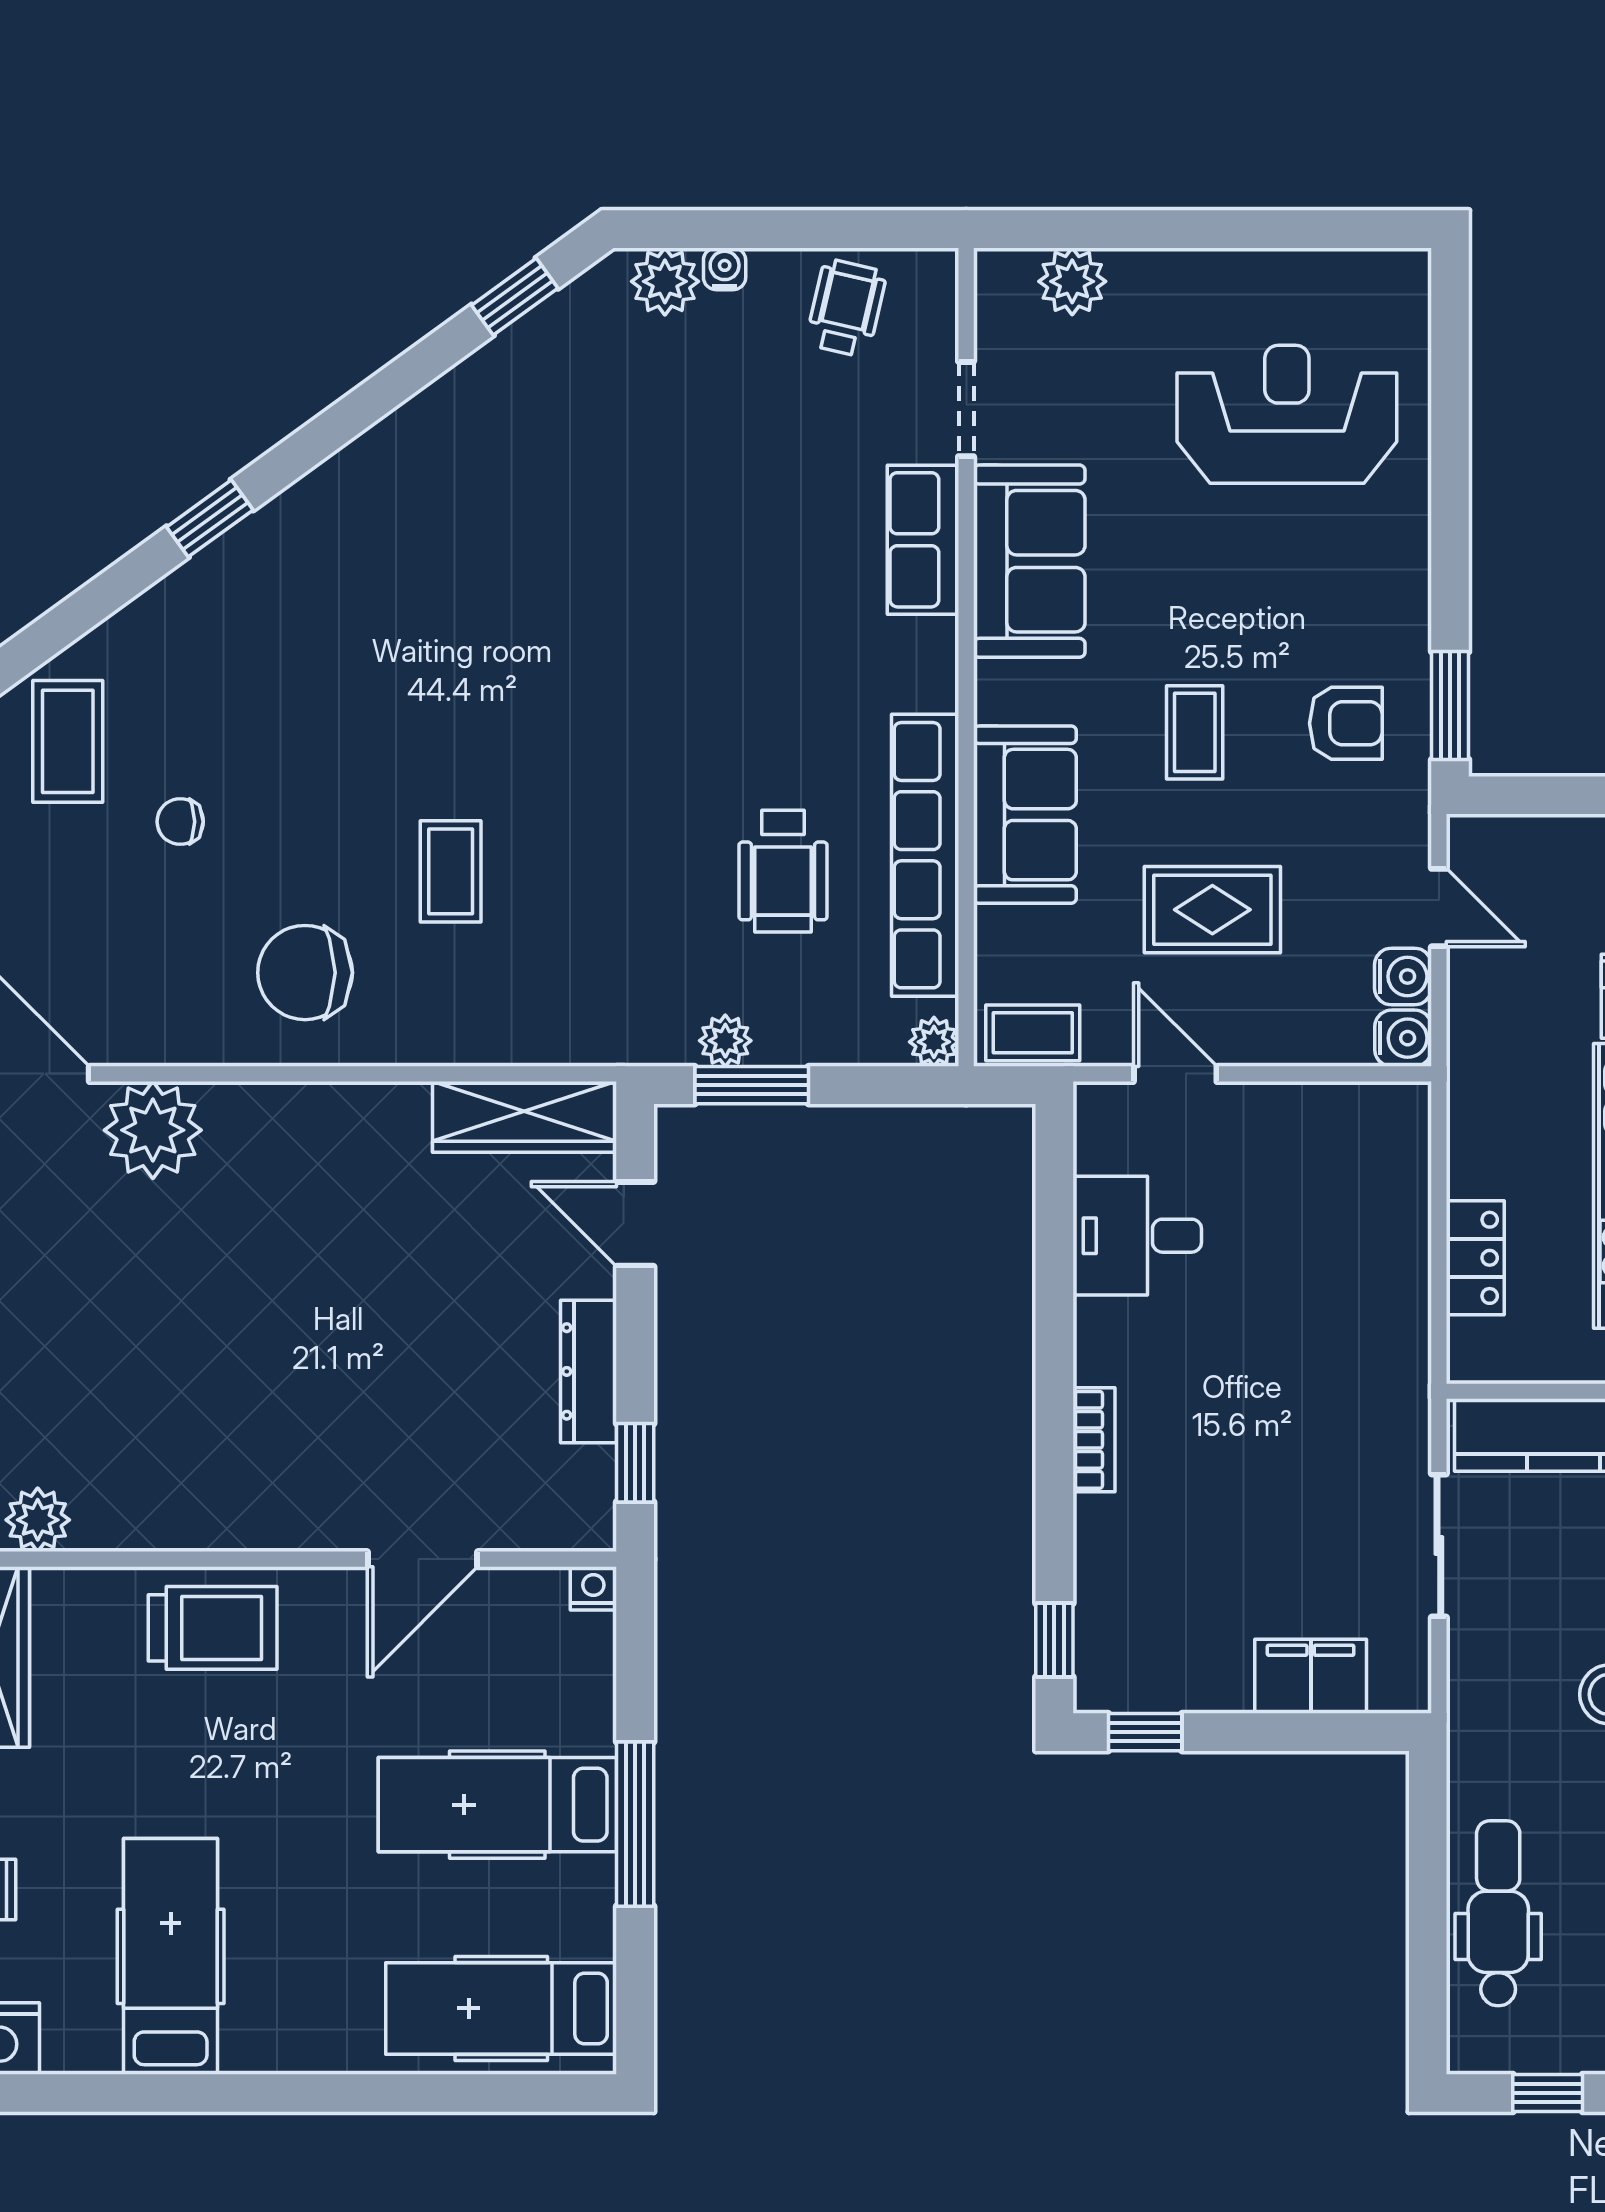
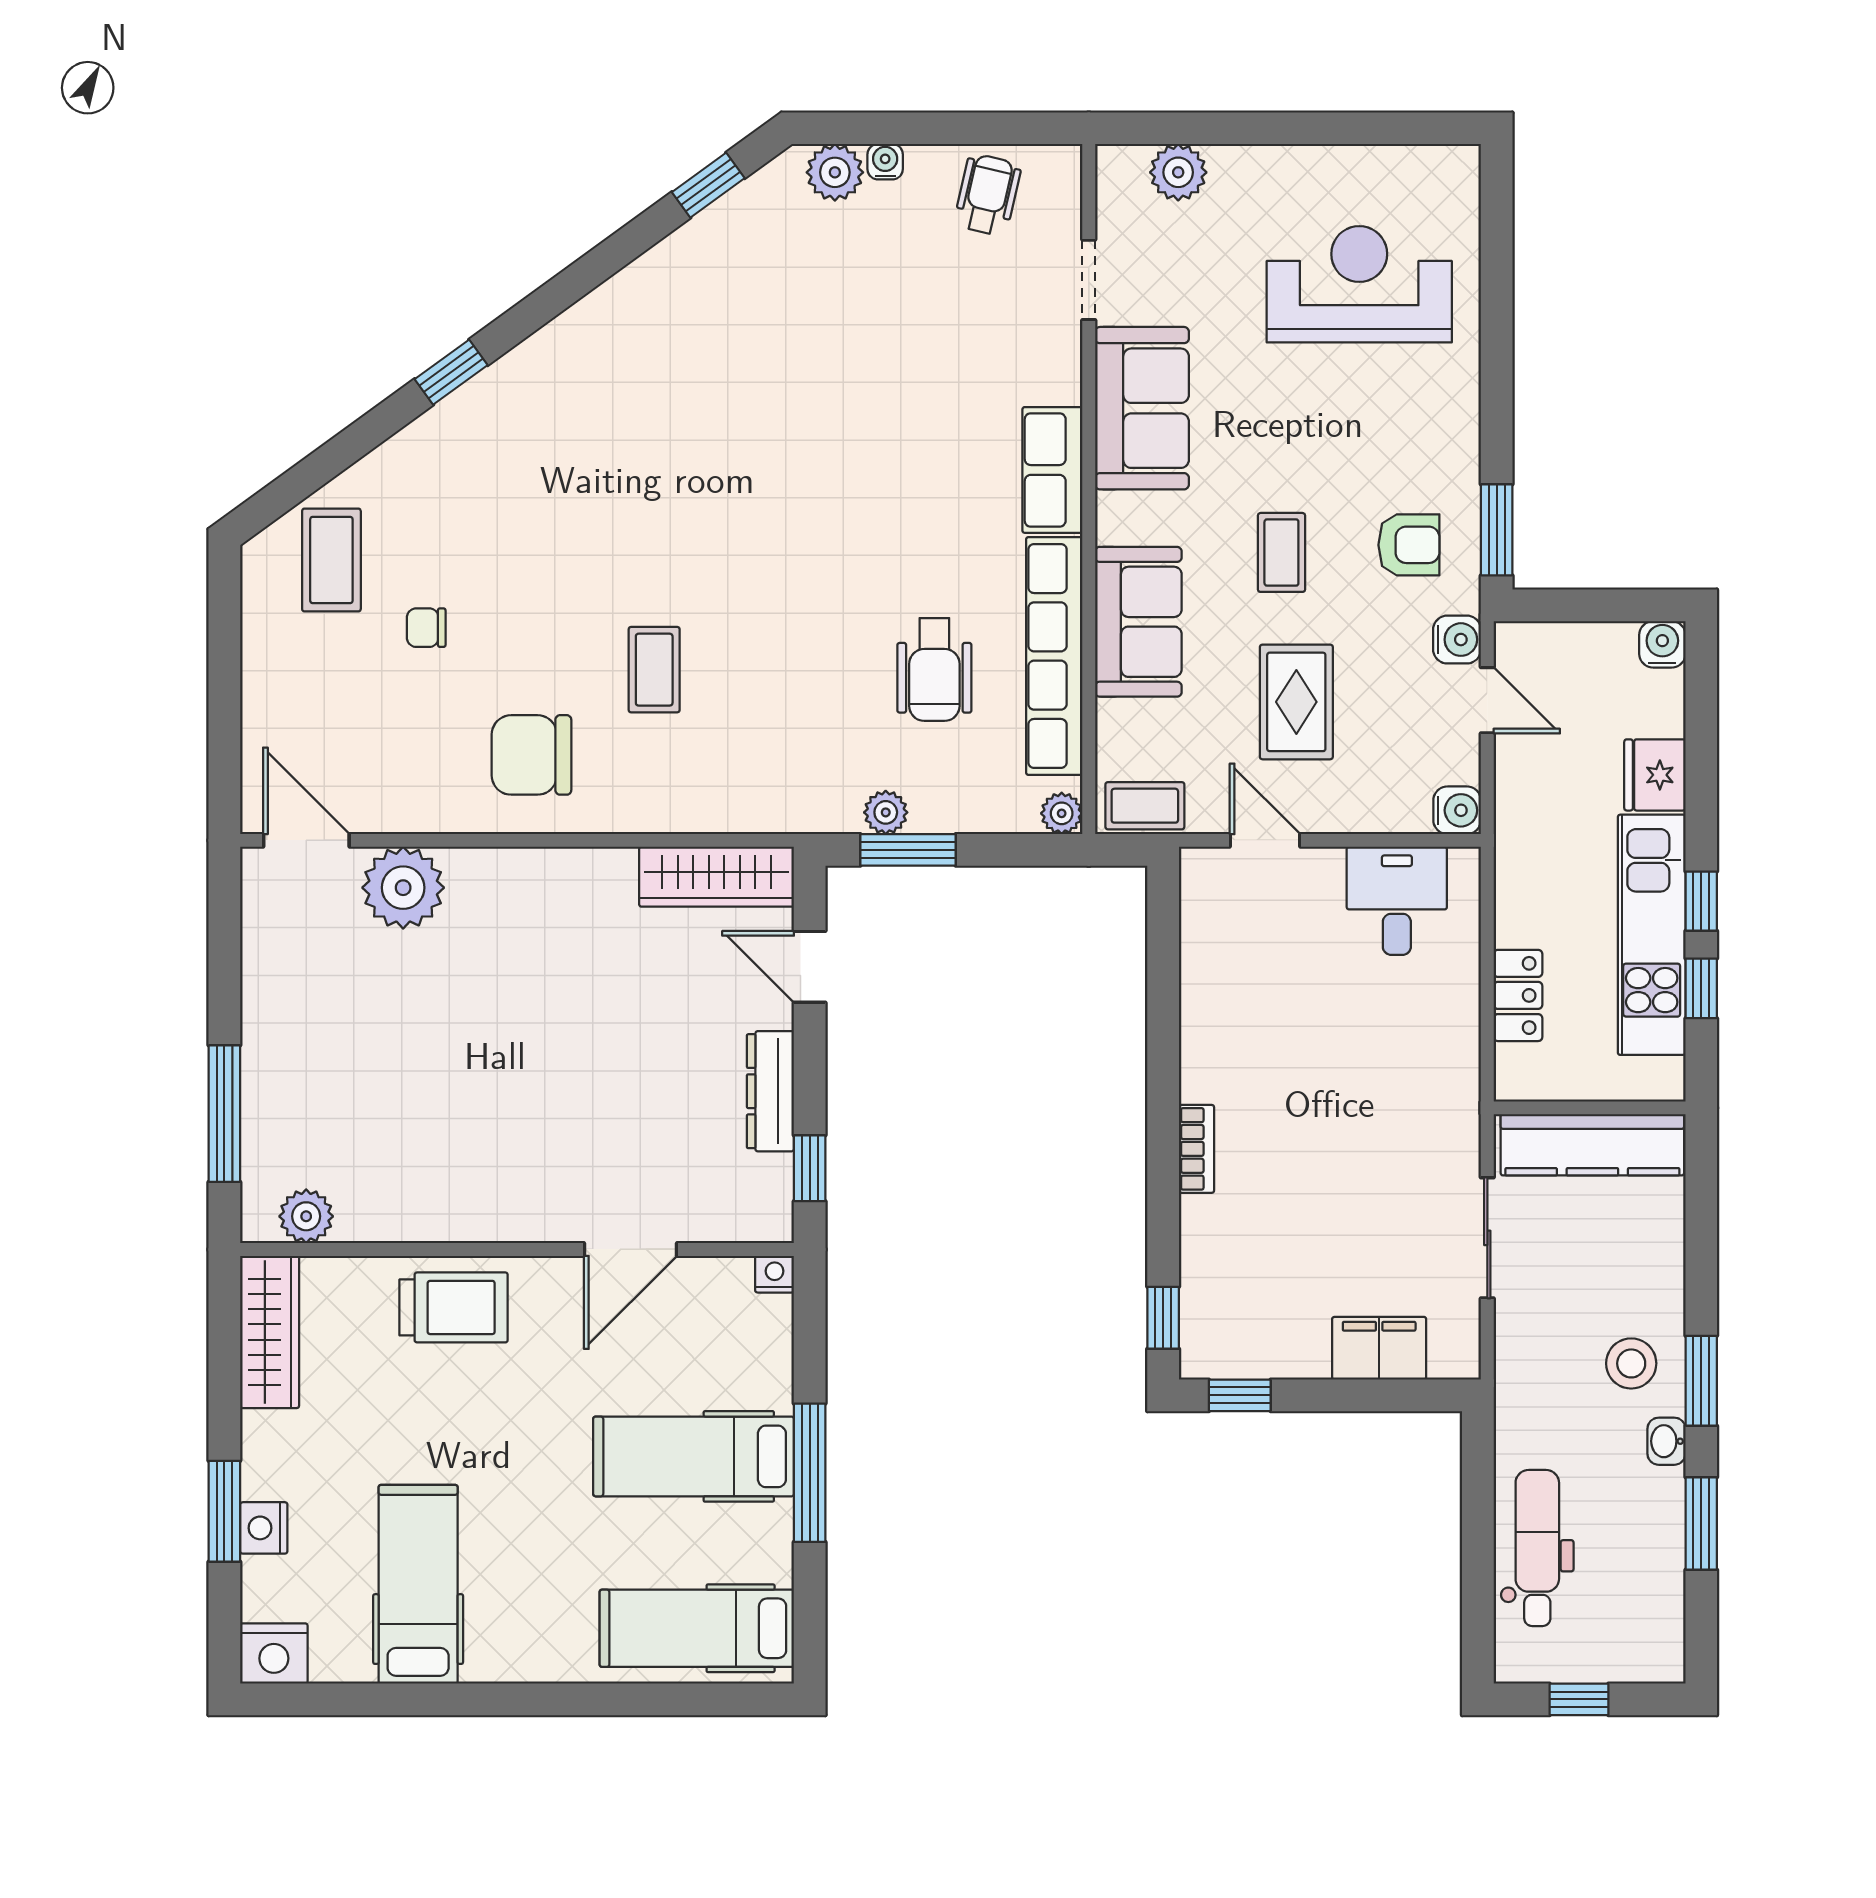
row of seats: (923, 540) -> (1052, 470), moved
rug: (1212, 910) -> (1296, 702), turned 90
water cooler: (1403, 976) -> (1457, 640), moved
desk: (1137, 1236) -> (1397, 901), moved, turned 90

